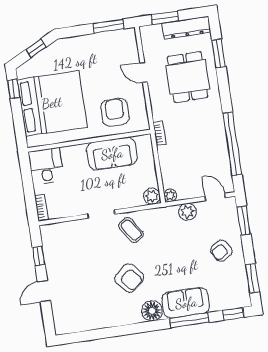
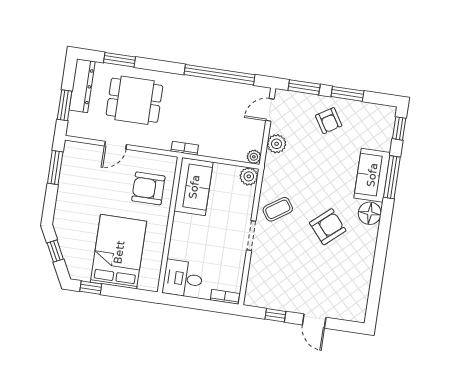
bed: (52, 103) -> (119, 252), width x0.73
sofa: (112, 154) -> (194, 187), moved
window: (252, 278) -> (347, 94), moved

